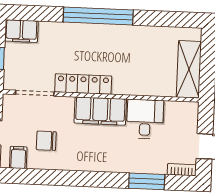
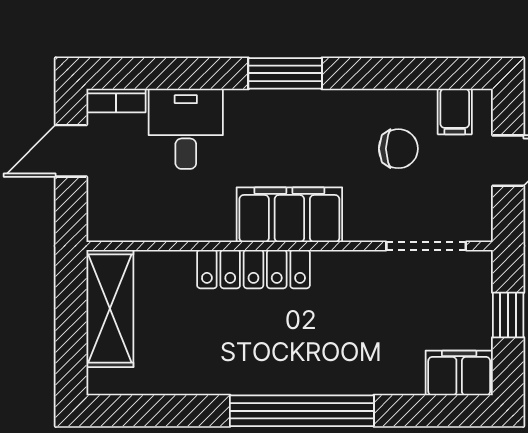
locker: (83, 84) -> (253, 269), moved
desk: (145, 119) -> (186, 129), moved, turned 180
window: (147, 181) -> (285, 73), moved

